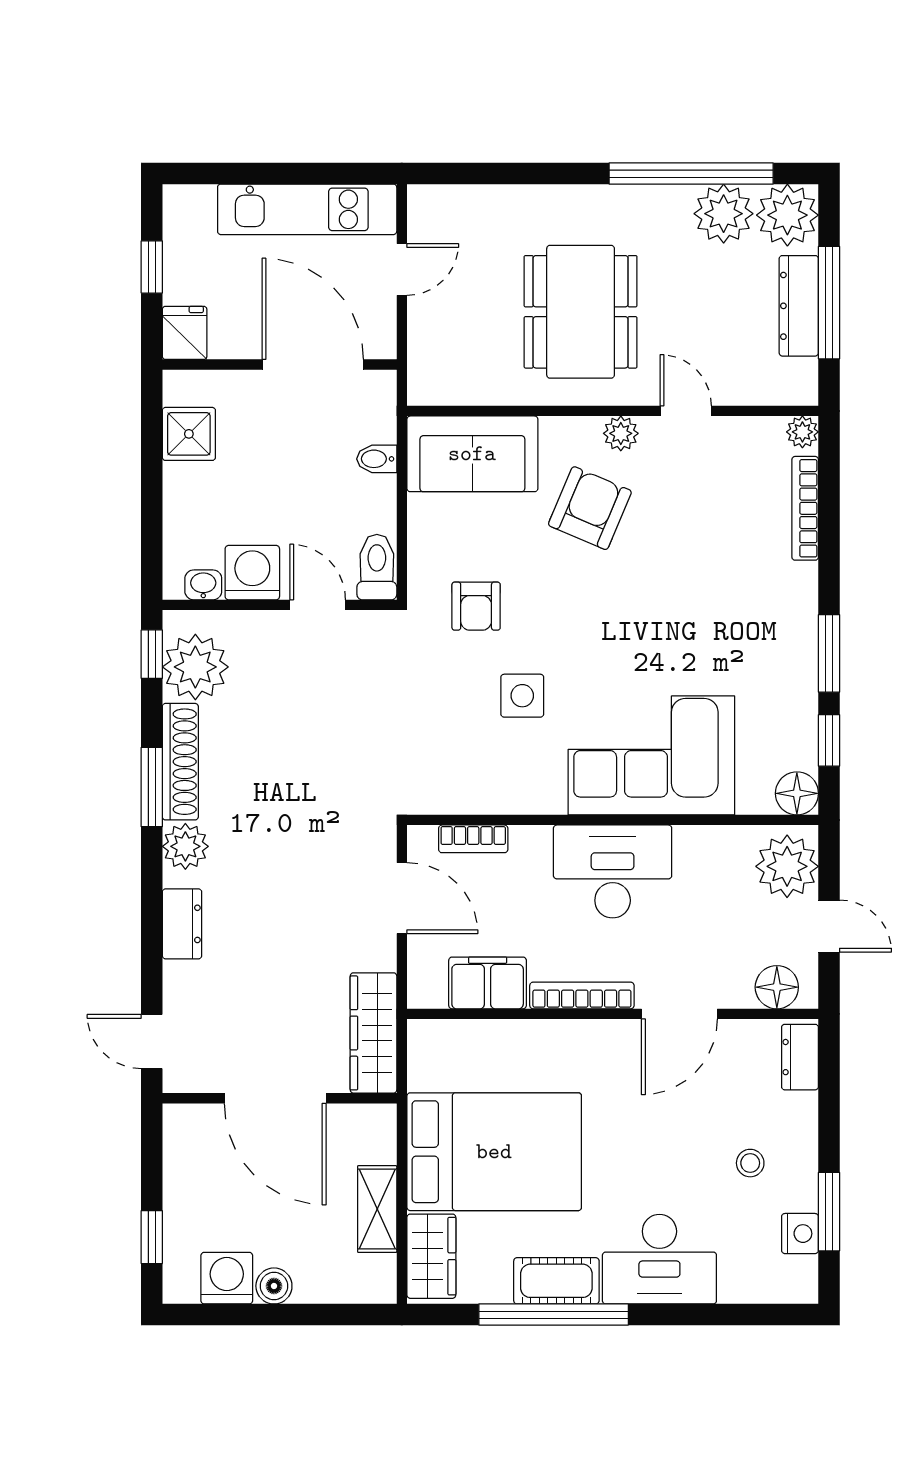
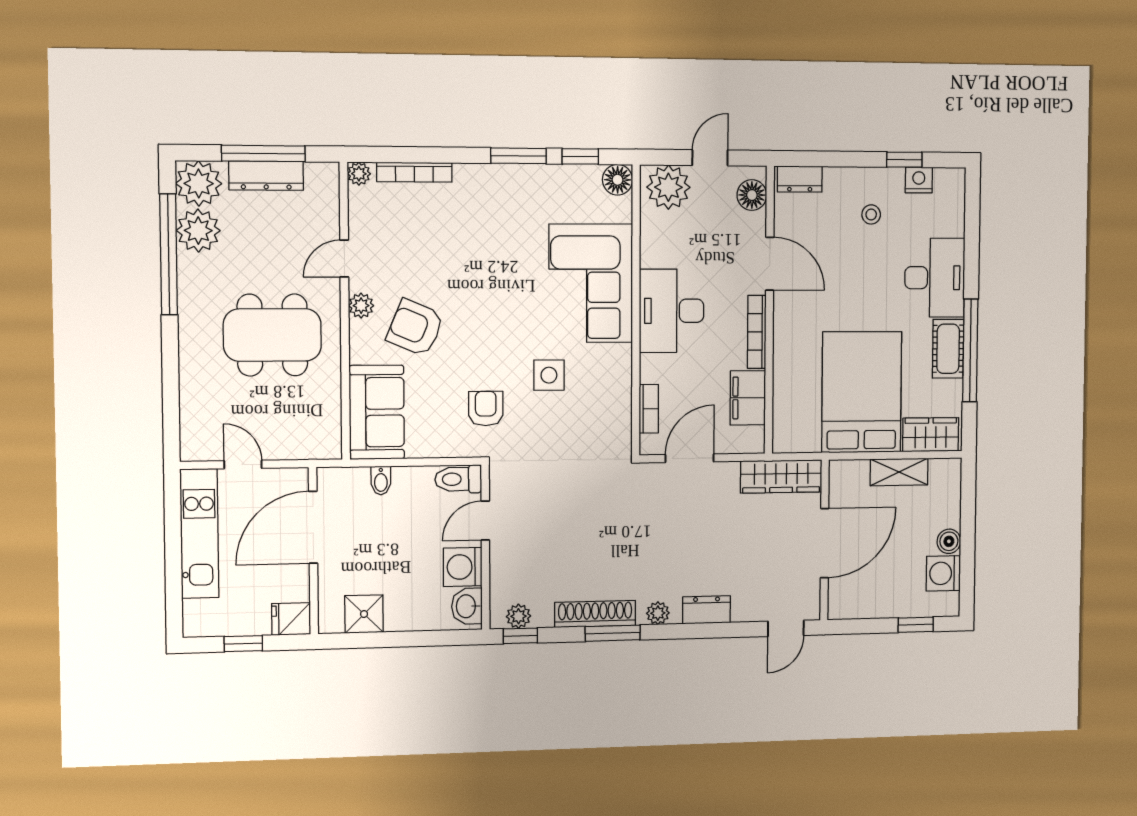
washbasin: (203, 585) -> (467, 606), width x1.38, depth x1.45
armchair: (476, 606) -> (486, 408), turned -90
plant: (195, 667) -> (518, 616), width x0.53, depth x0.53
plant: (185, 846) -> (658, 613), width x0.73, depth x0.73
window: (829, 1212) -> (904, 160), width x0.67

